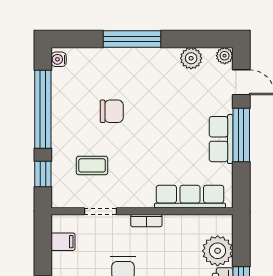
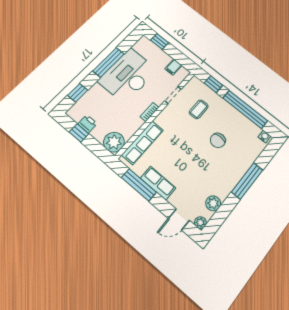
window: (241, 135) -> (139, 185), moved
plant: (218, 251) -> (114, 142), moved

